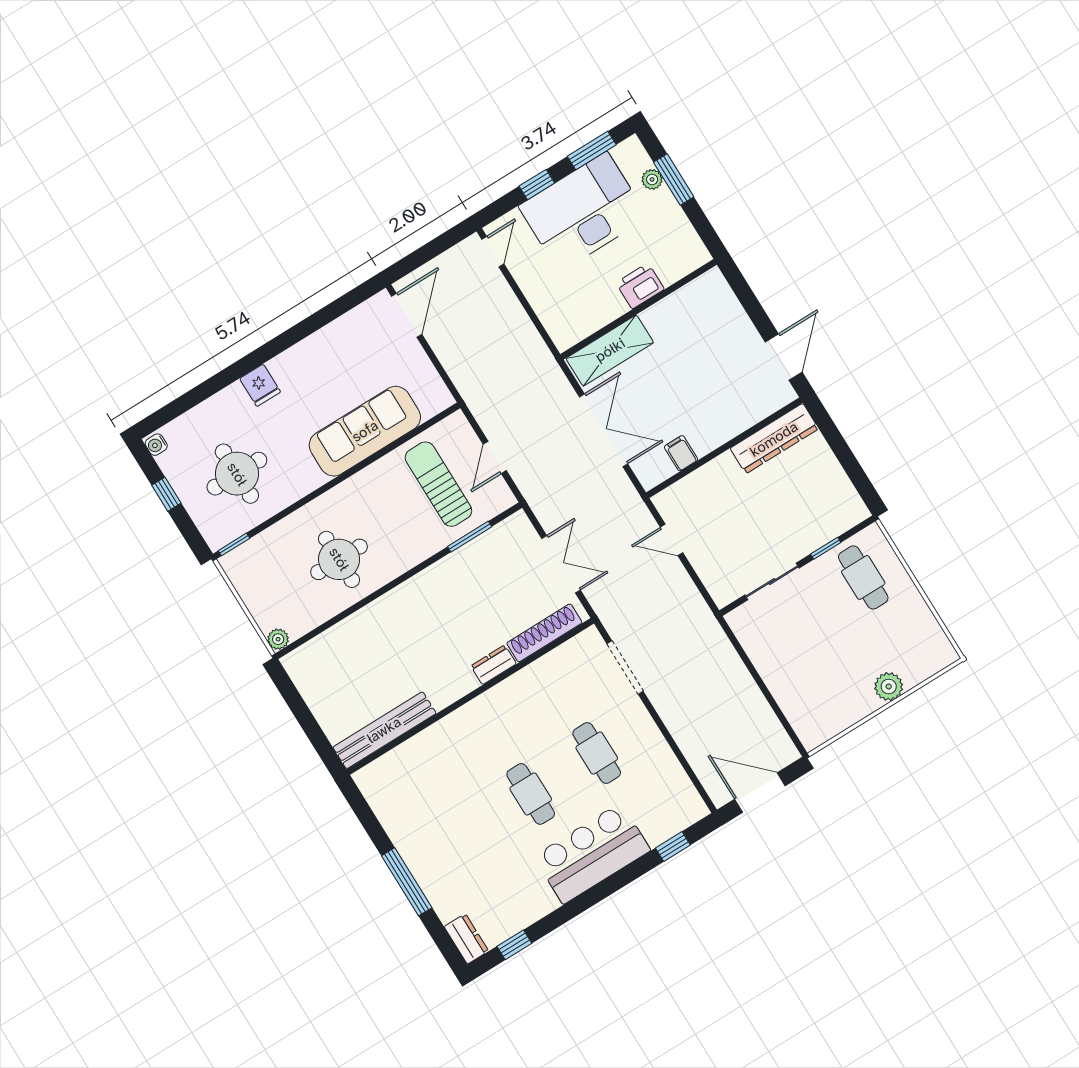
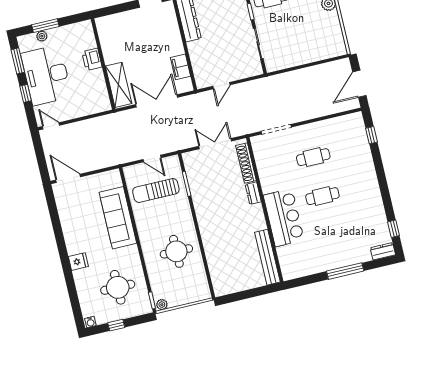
filing cabinet: (681, 453) -> (180, 67), width x2.00
plant: (278, 639) -> (162, 305), moved
bar counter: (592, 853) -> (284, 218), moved, turned 180

